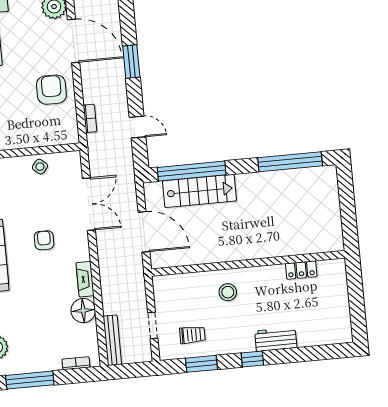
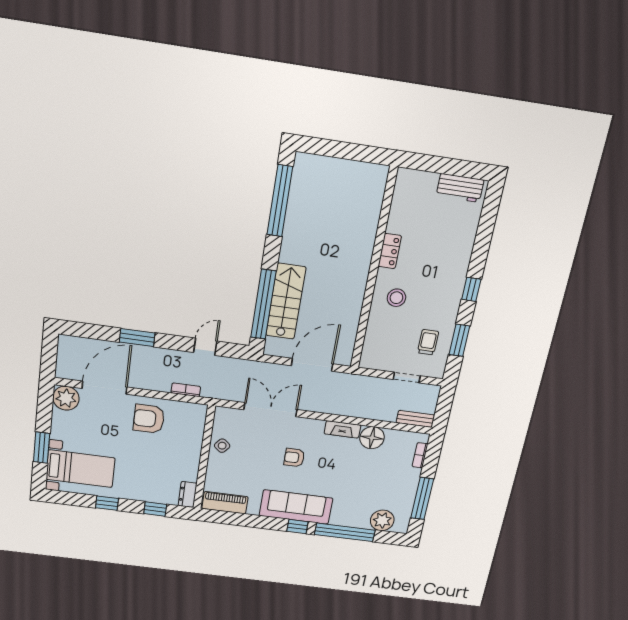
locker: (301, 270) -> (390, 251), moved
workbench: (276, 339) -> (460, 188), moved, turned -90
bench: (112, 340) -> (415, 419), width x0.73

